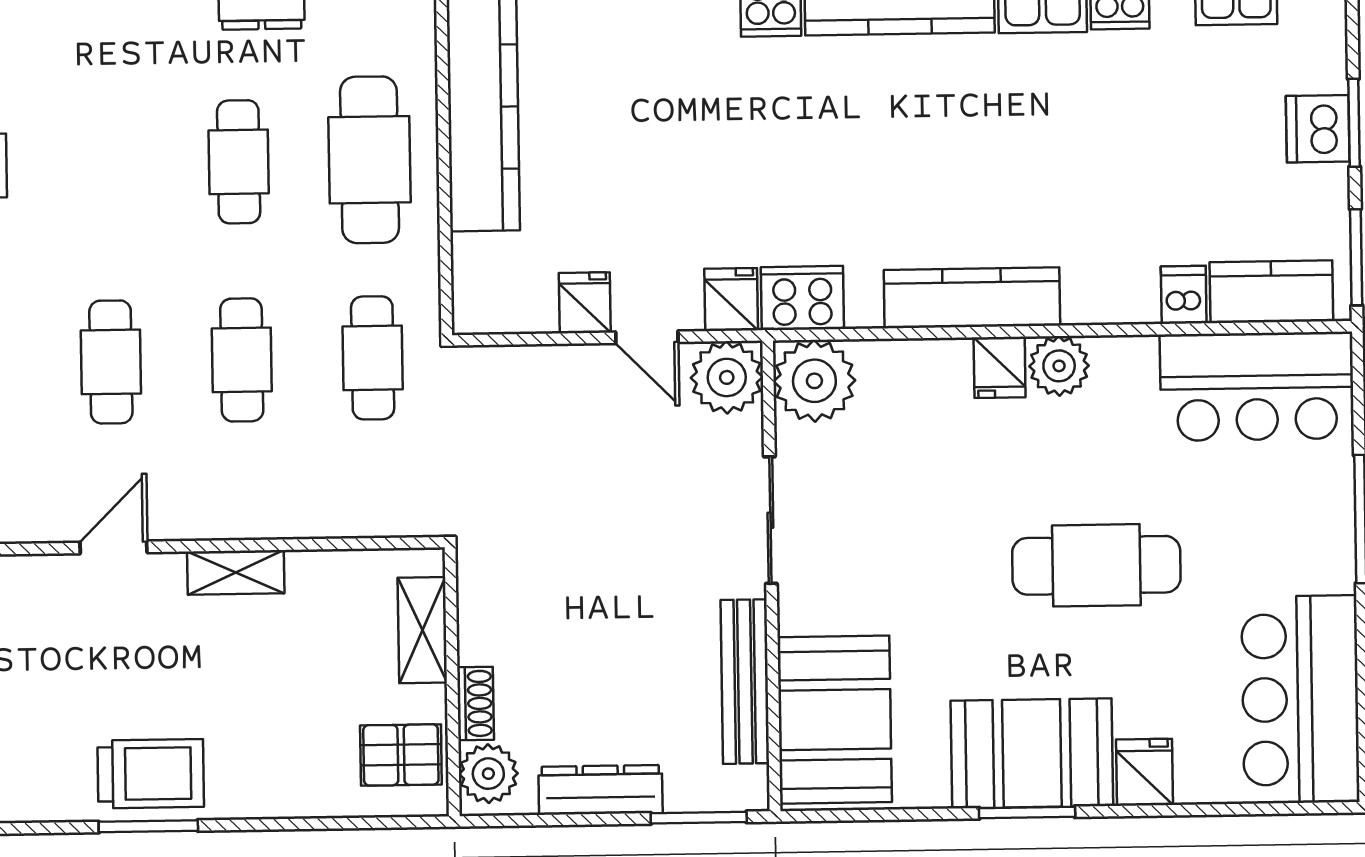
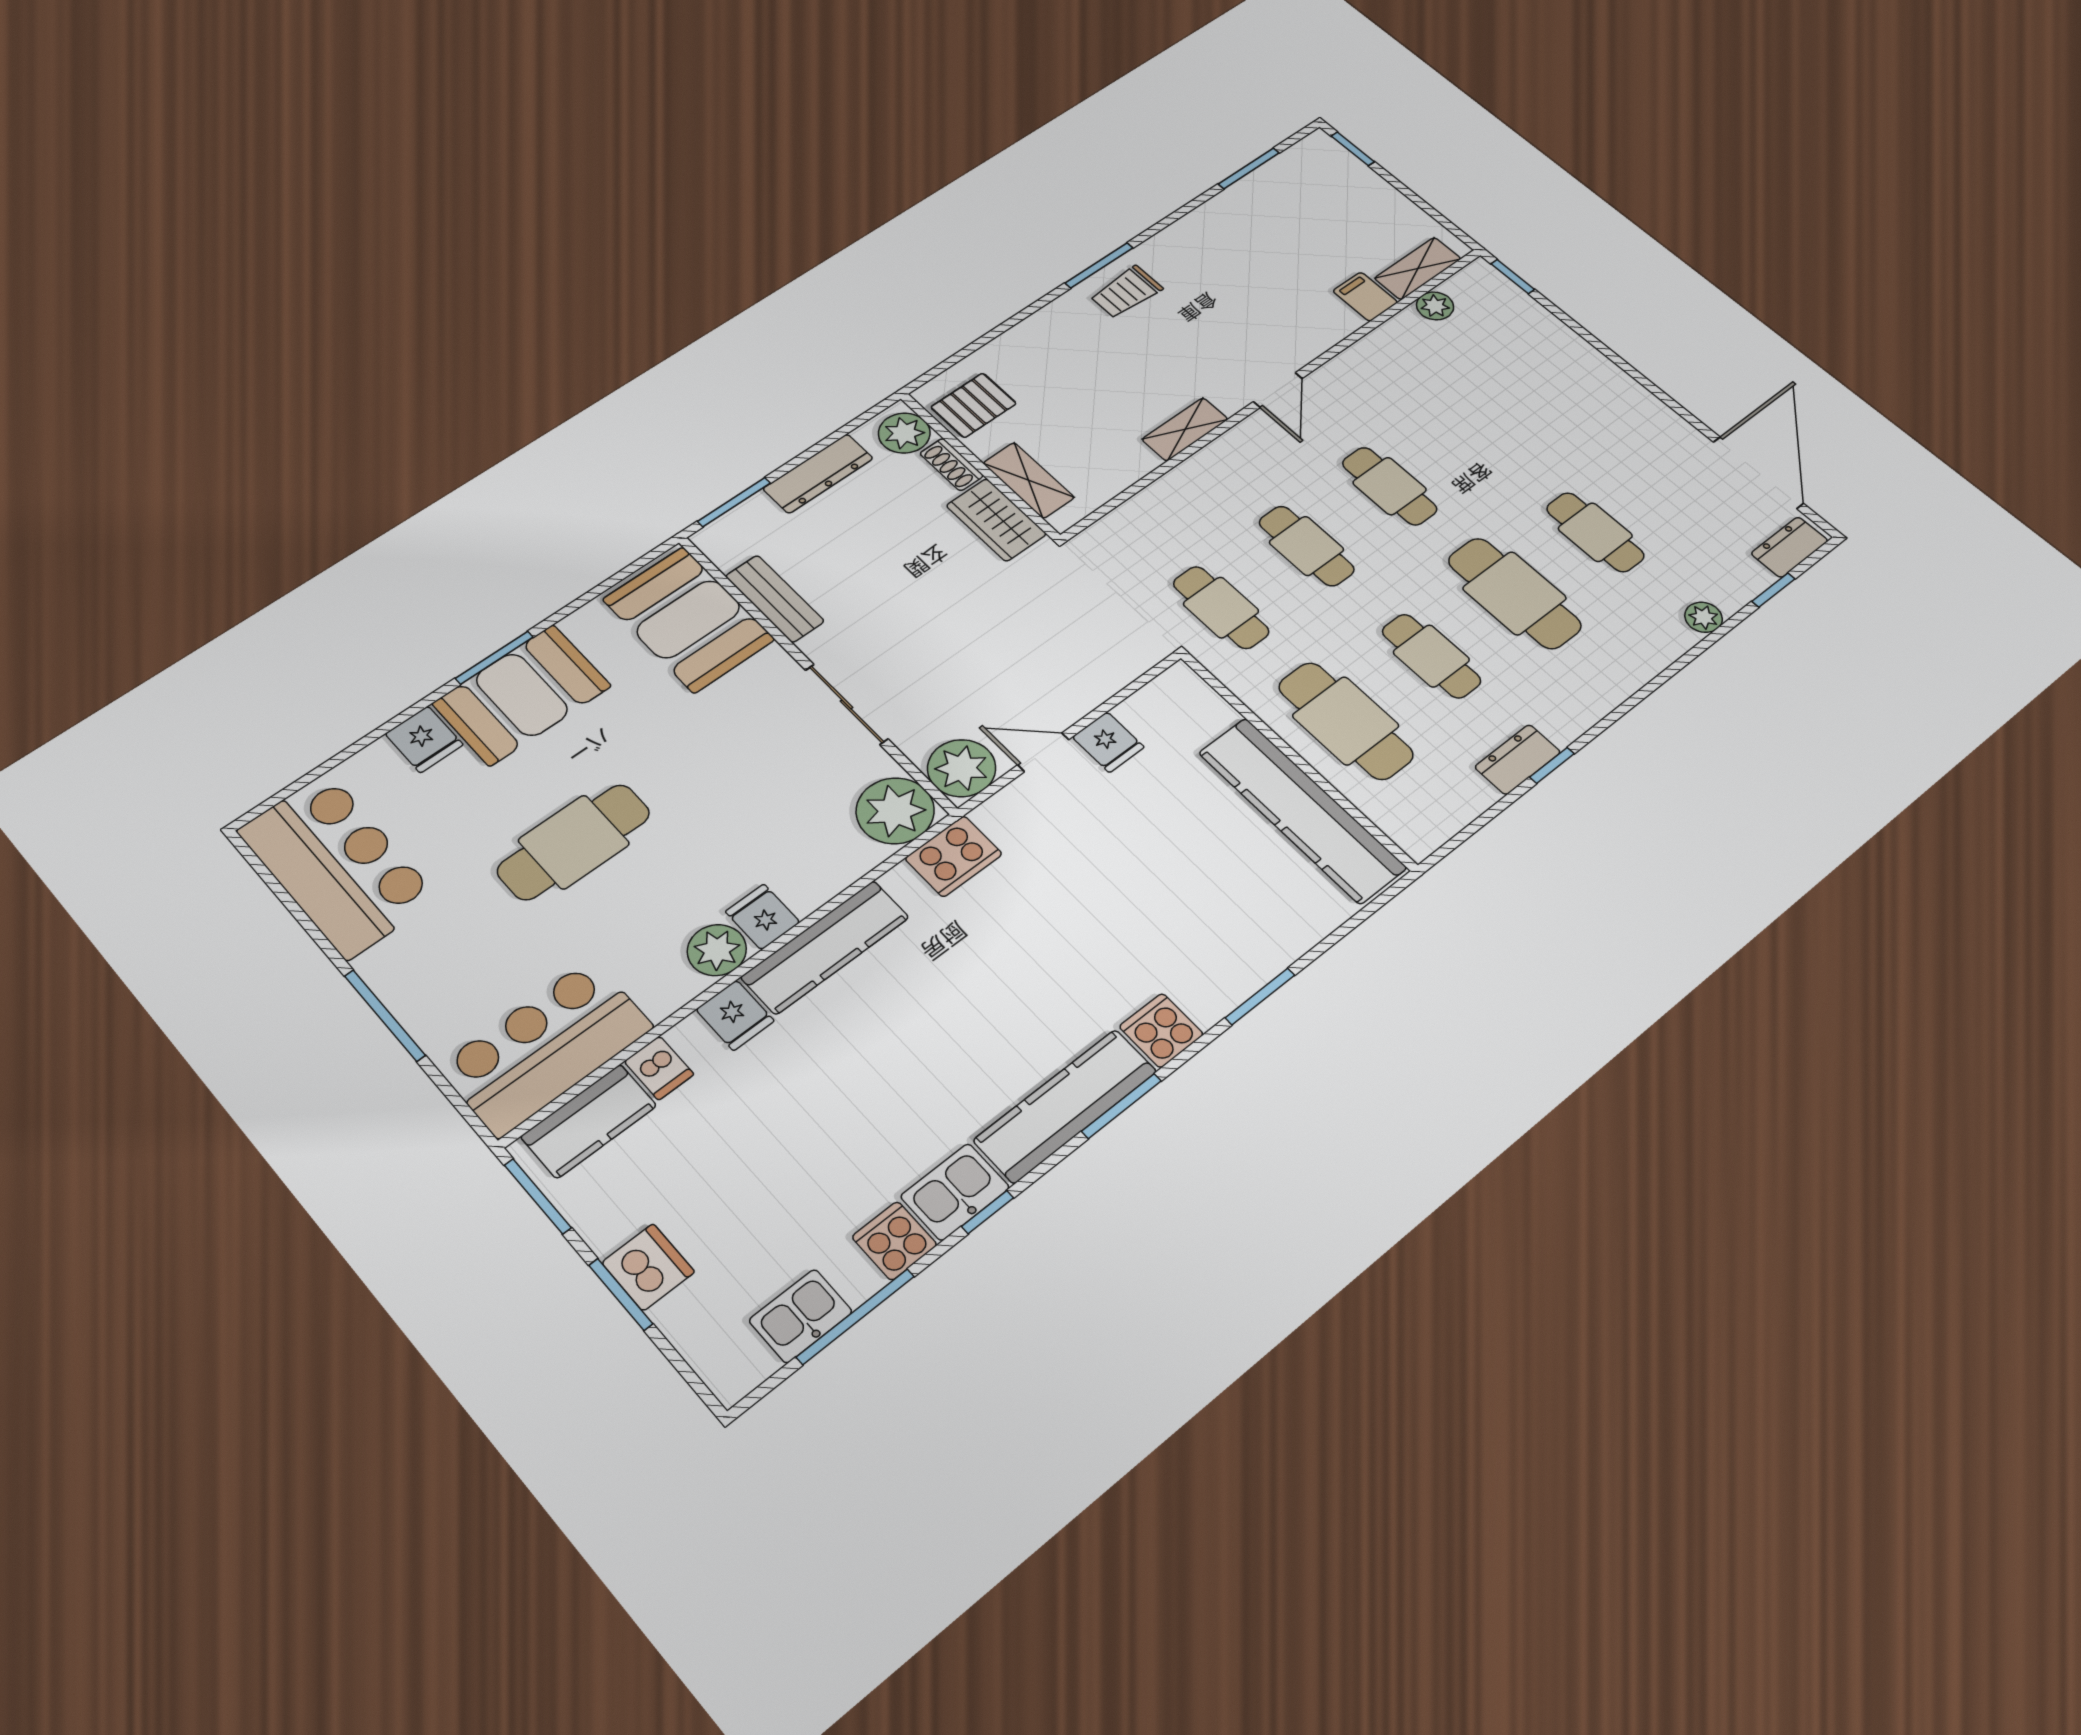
cafe table: (108, 164) -> (1514, 593), added
fridge: (731, 299) -> (735, 1015), moved
wardrobe: (487, 610) -> (996, 520), added
bench: (745, 682) -> (775, 599), width x0.73
trolley: (151, 774) -> (1126, 292), width x0.73, depth x0.72

